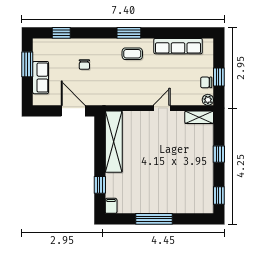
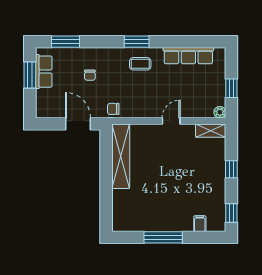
window: (61, 33) -> (66, 42), width x1.50
row of seats: (41, 78) -> (44, 72), moved
chair: (206, 82) -> (113, 109), moved
window: (100, 185) -> (106, 202), removed
filing cabinet: (111, 206) -> (200, 224), moved

